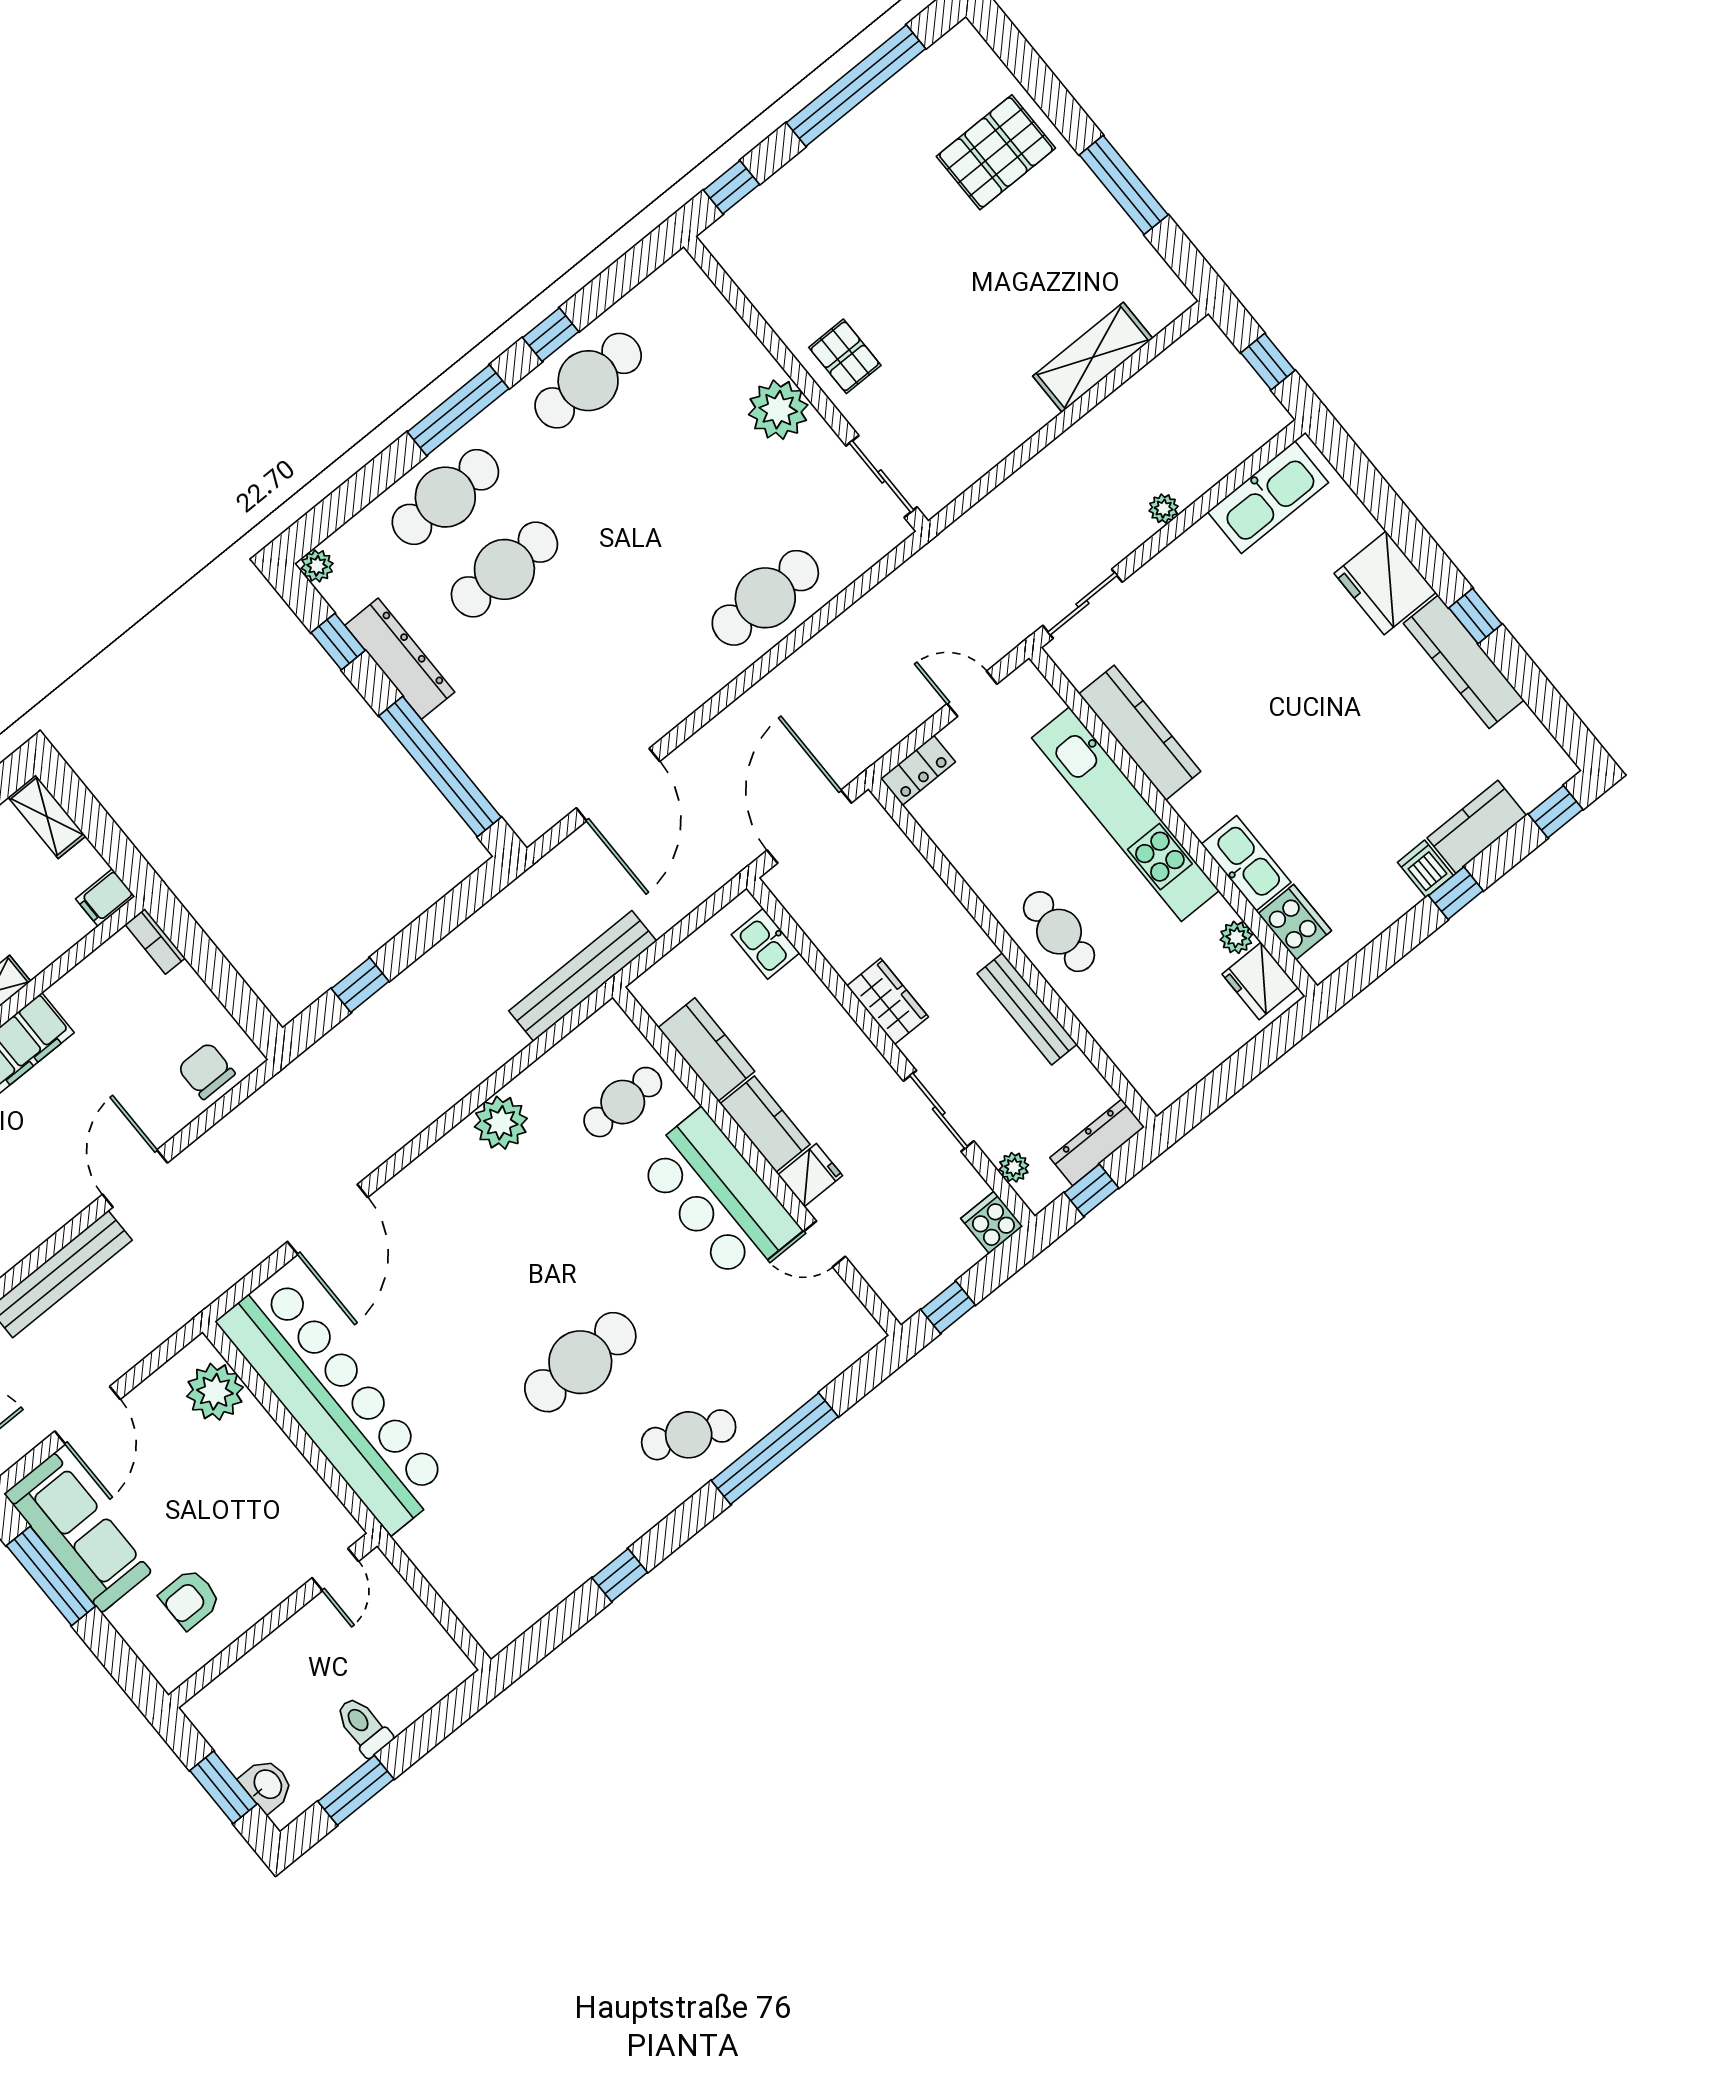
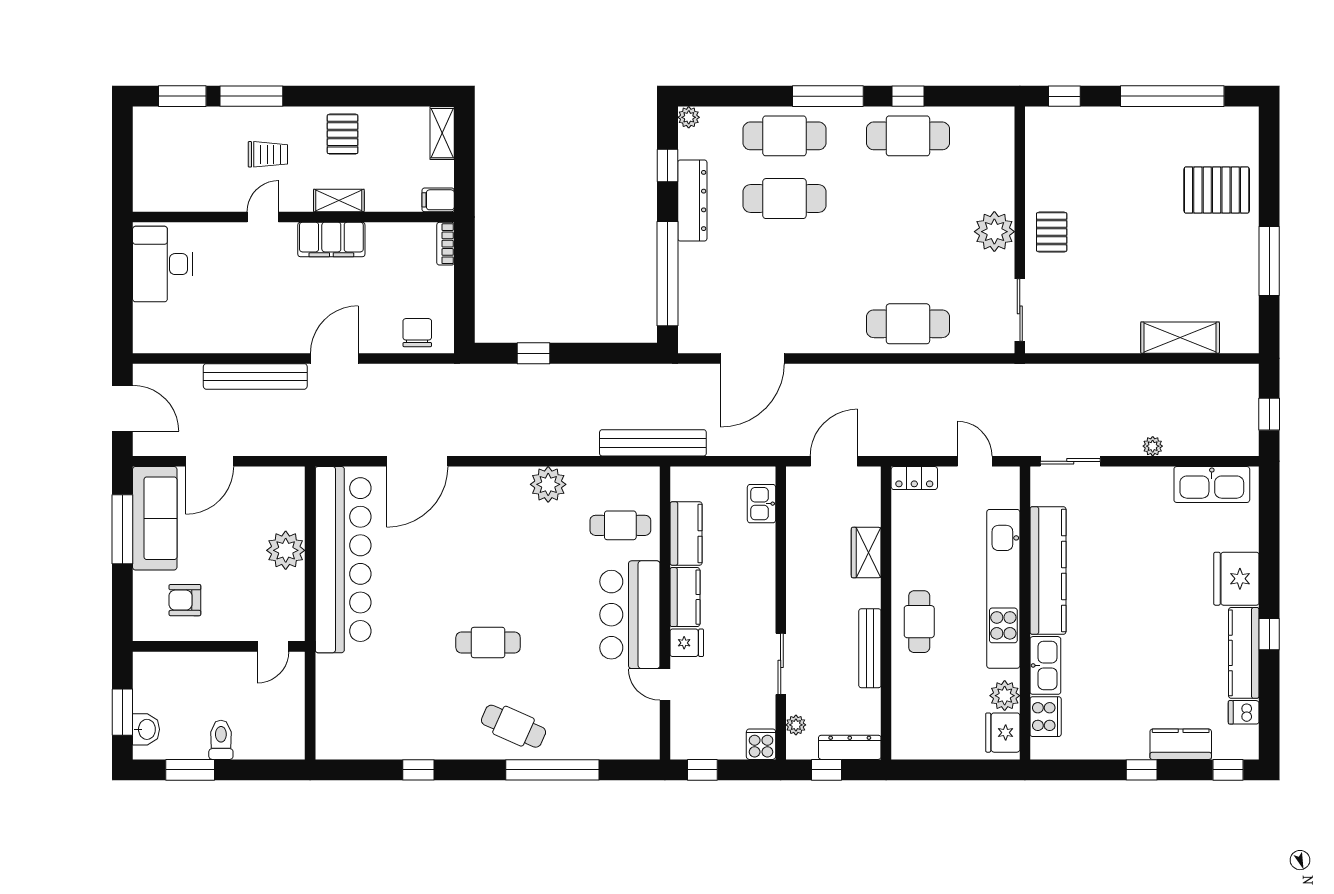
kitchen counter: (1140, 733) -> (1048, 570), width x1.39, depth x1.17
door: (809, 827) -> (834, 461), width x0.73
dishwasher: (1425, 869) -> (1244, 712), moved, turned -90
plant: (1236, 937) -> (1005, 696), width x1.38, depth x1.38
wardrobe: (888, 1001) -> (866, 553), moved, turned 180
cafe table: (580, 1362) -> (488, 642), width x0.73, depth x0.74
plant: (215, 1392) -> (286, 550), moved

